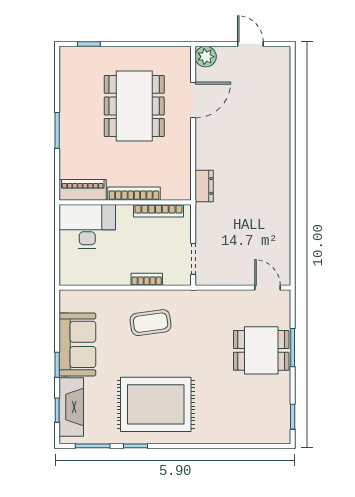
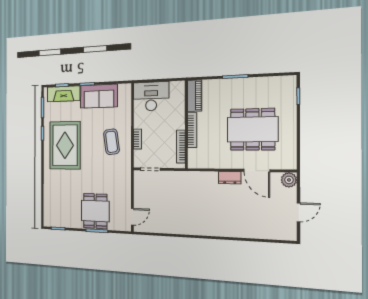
dresser: (204, 186) -> (230, 178), moved
desk: (87, 226) -> (151, 96), moved, turned -90

